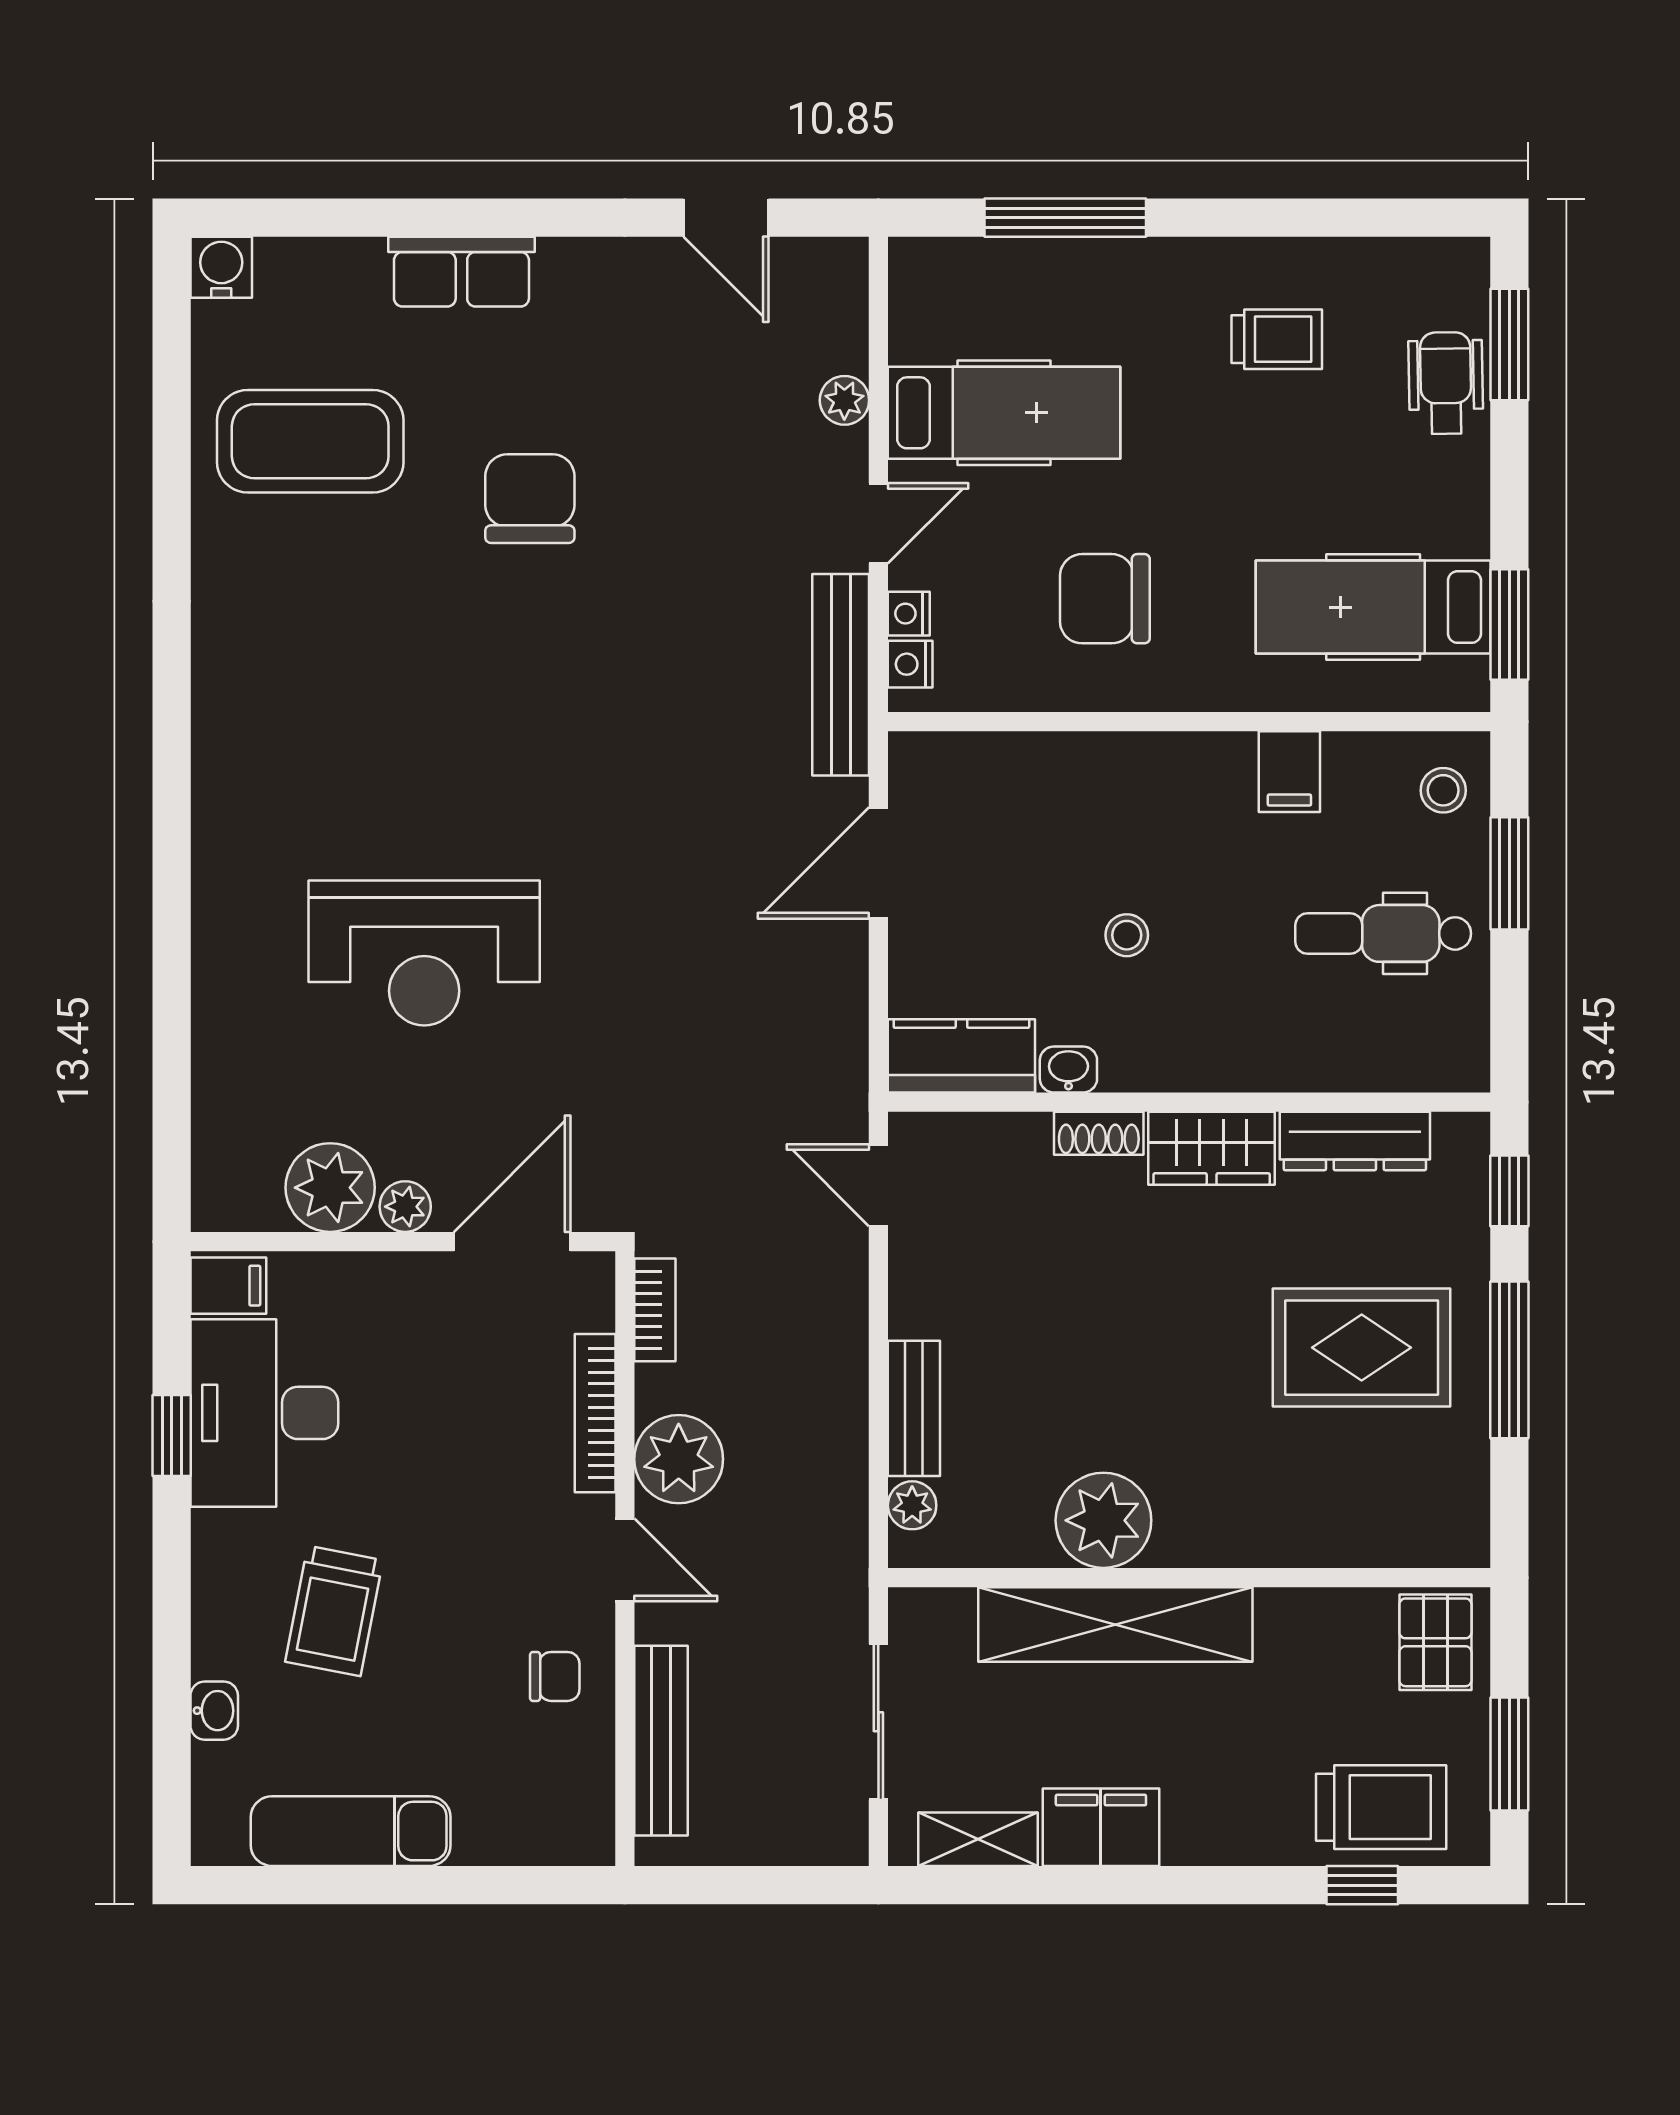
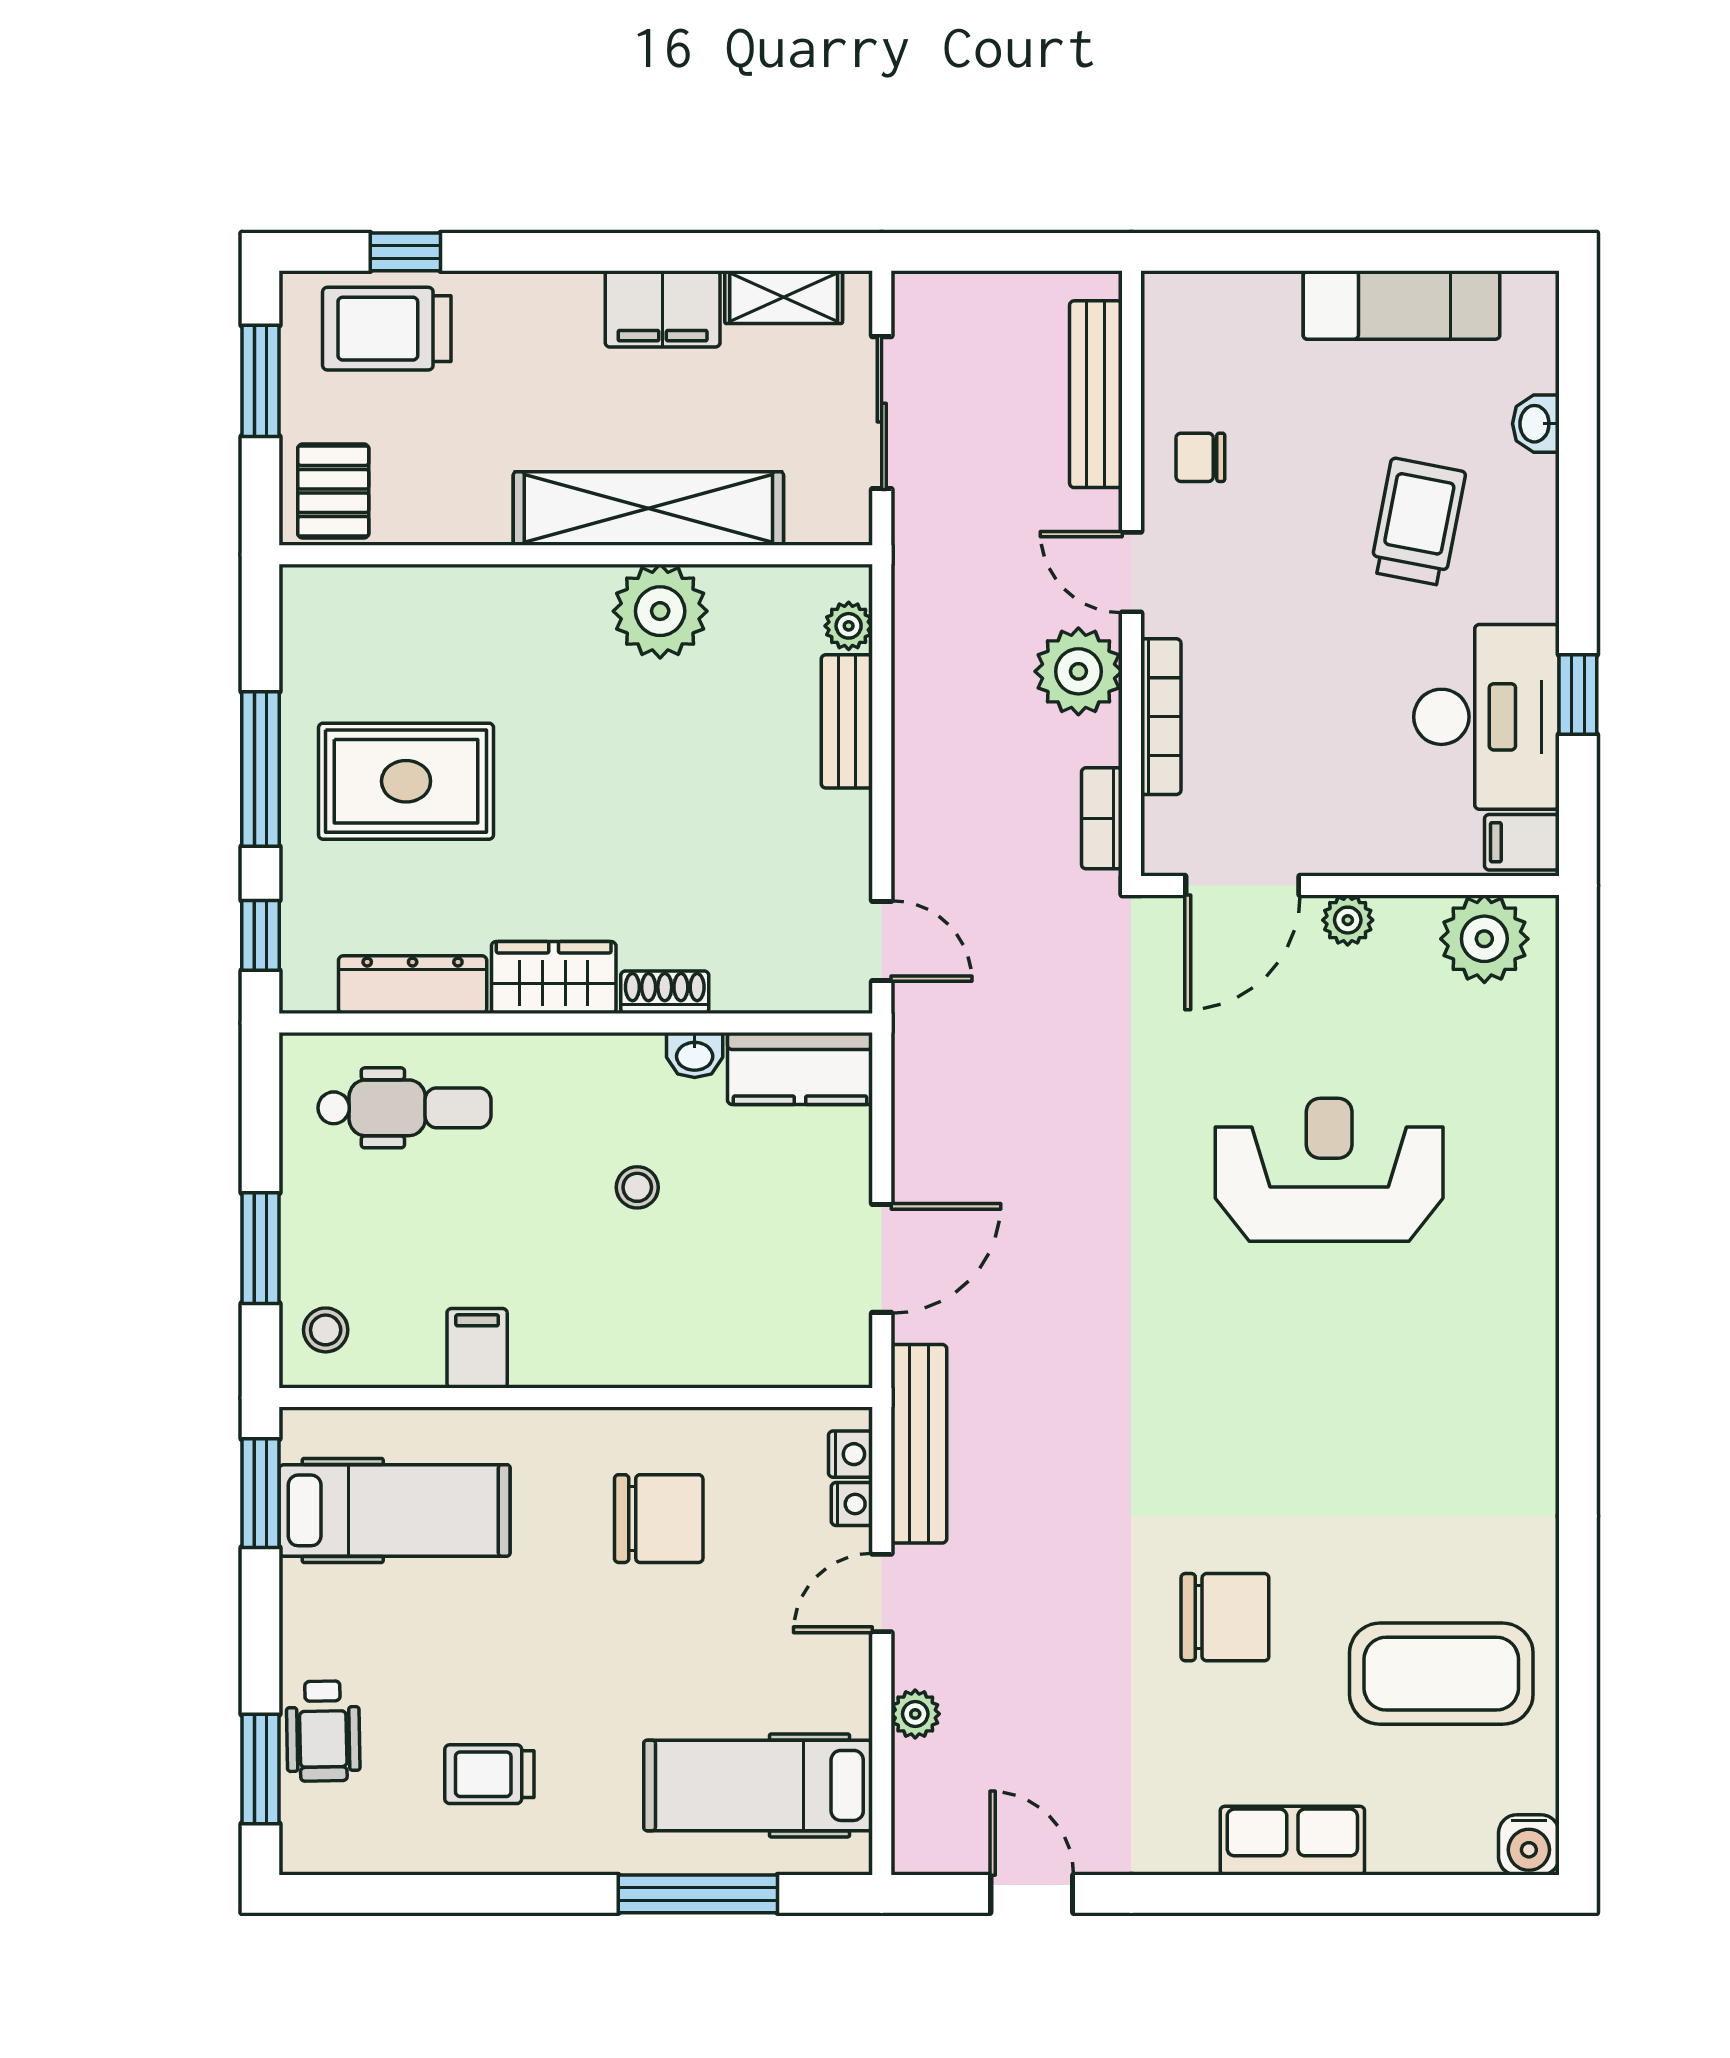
hospital bed: (1004, 413) -> (758, 1785), moved
chair: (530, 499) -> (1225, 1617), turned -90
dental chair: (1383, 933) -> (404, 1108), moved
plant: (330, 1188) -> (1484, 939), moved

